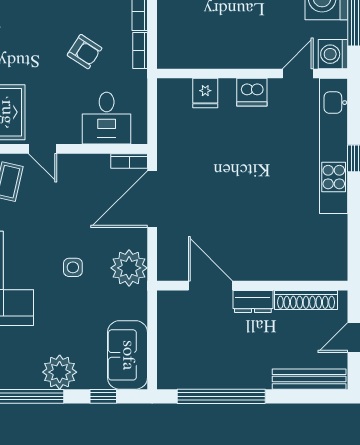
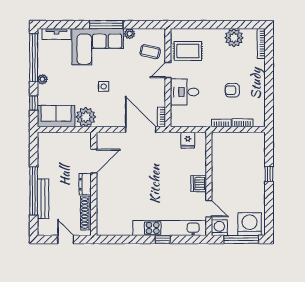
armchair: (85, 52) -> (232, 90), moved, turned 57
fridge: (205, 93) -> (188, 140), moved, turned -90
desk: (107, 118) -> (185, 92), moved
plant: (129, 268) -> (86, 117), moved
plant: (60, 372) -> (42, 79), width x0.53, depth x0.53
bench: (309, 379) -> (43, 199), moved
window: (221, 396) -> (34, 191), moved

